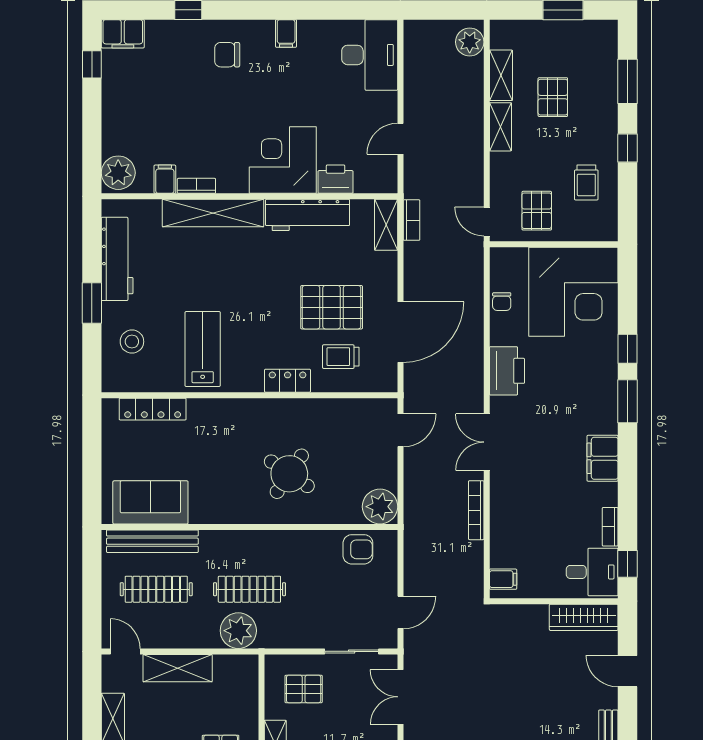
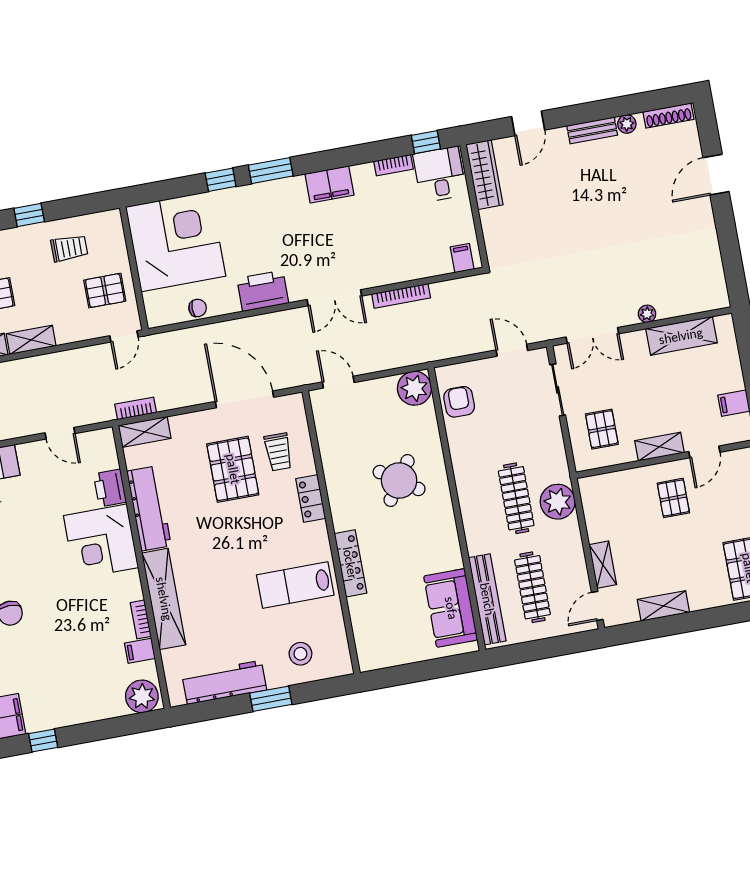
locker: (153, 409) -> (350, 563), moved
shelving: (178, 668) -> (603, 565), width x0.67, depth x0.75

